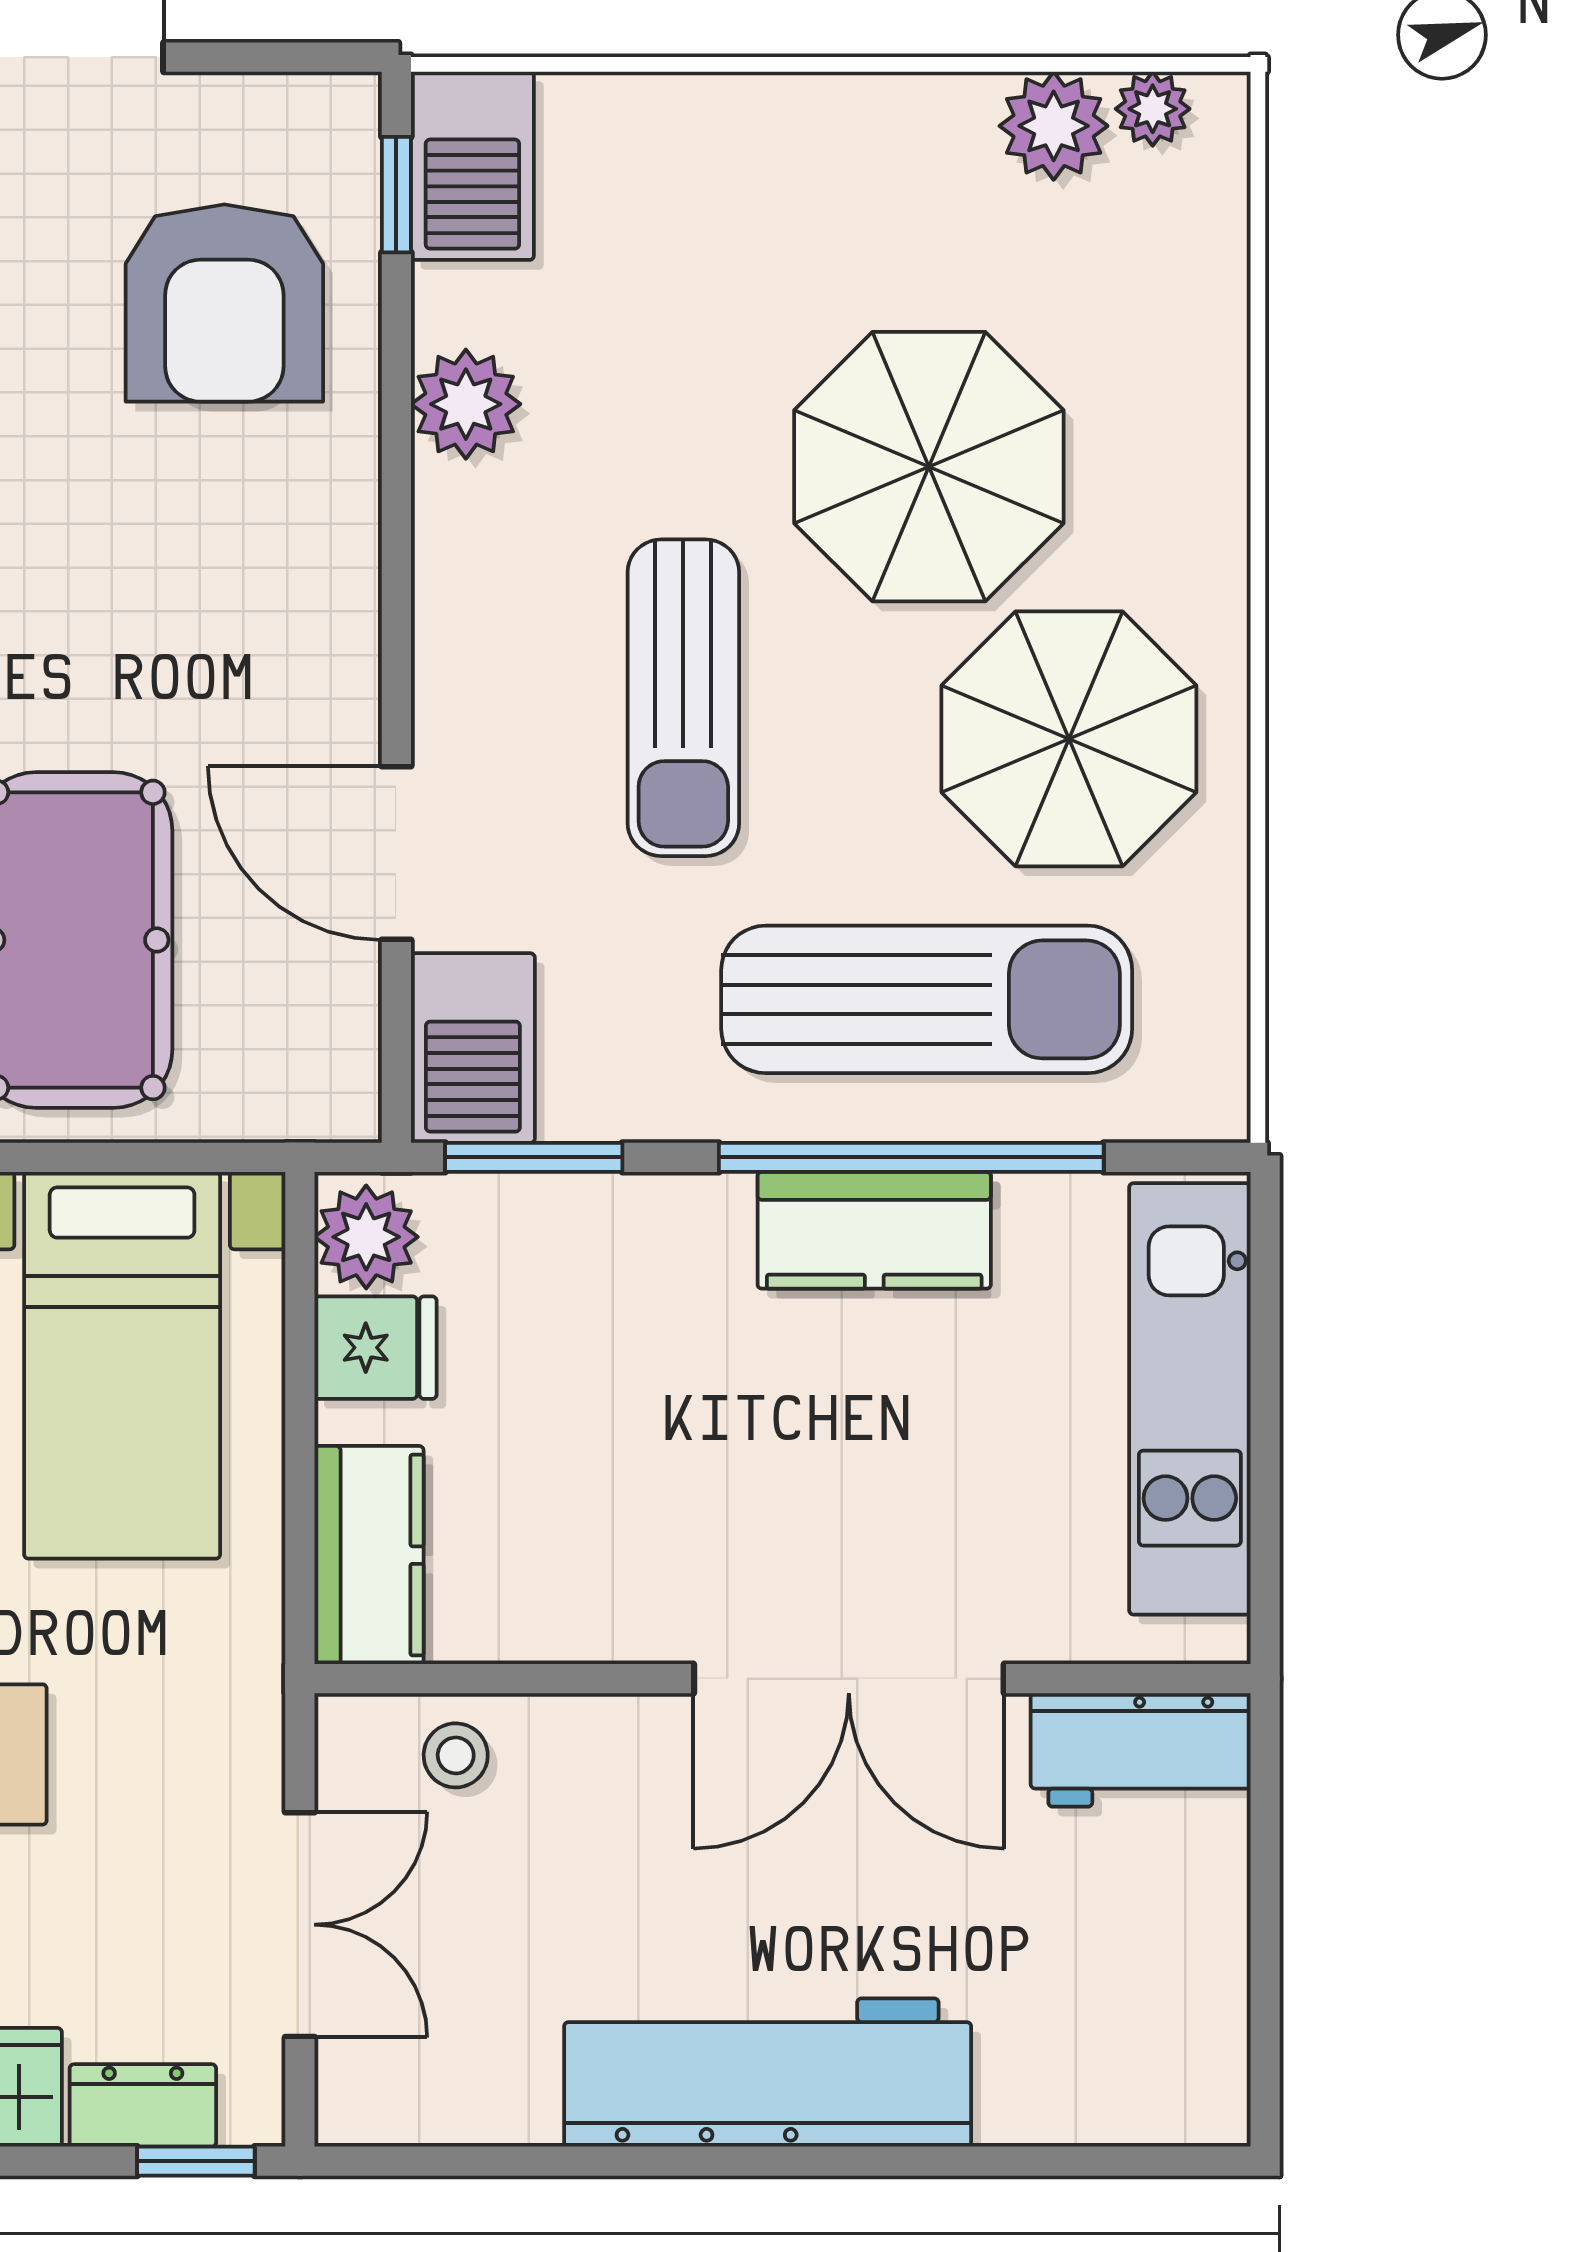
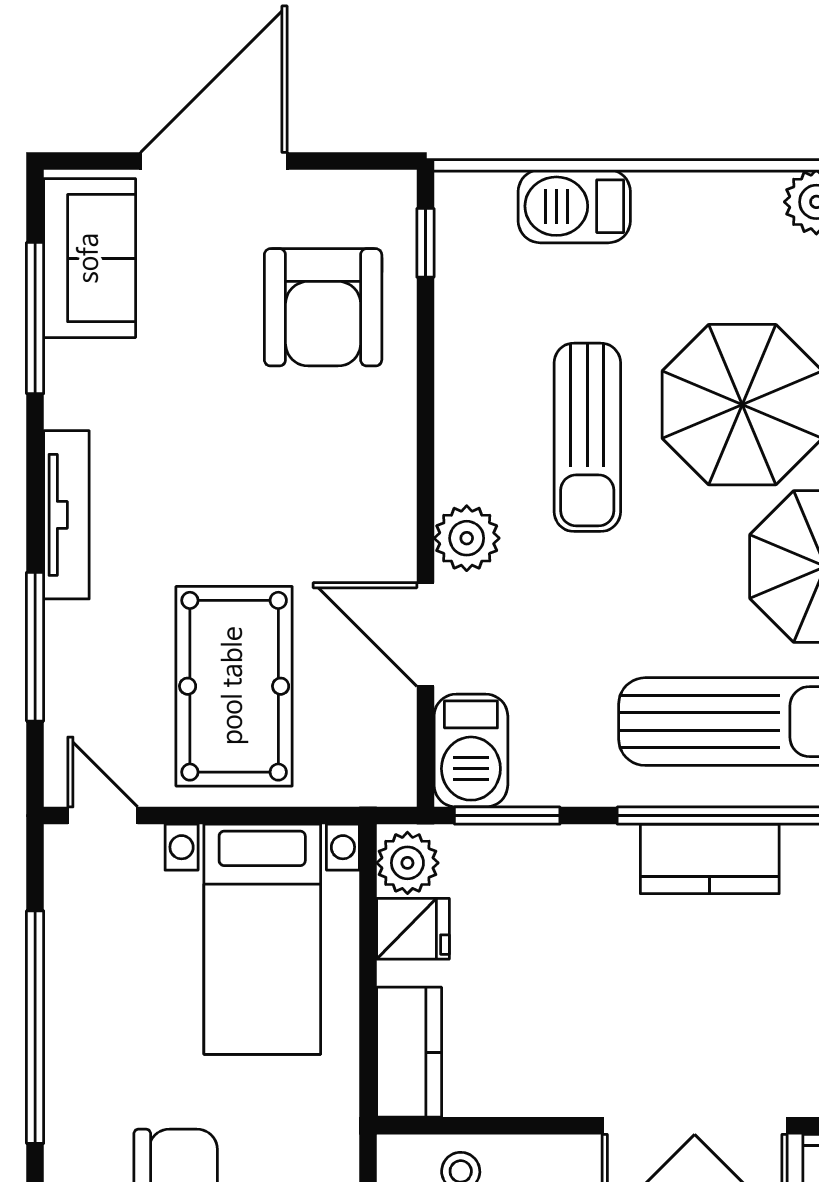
barbecue: (472, 166) -> (574, 206), moved, turned 90
plant: (466, 404) -> (467, 538), moved
sun lounger: (683, 698) -> (587, 437), moved

